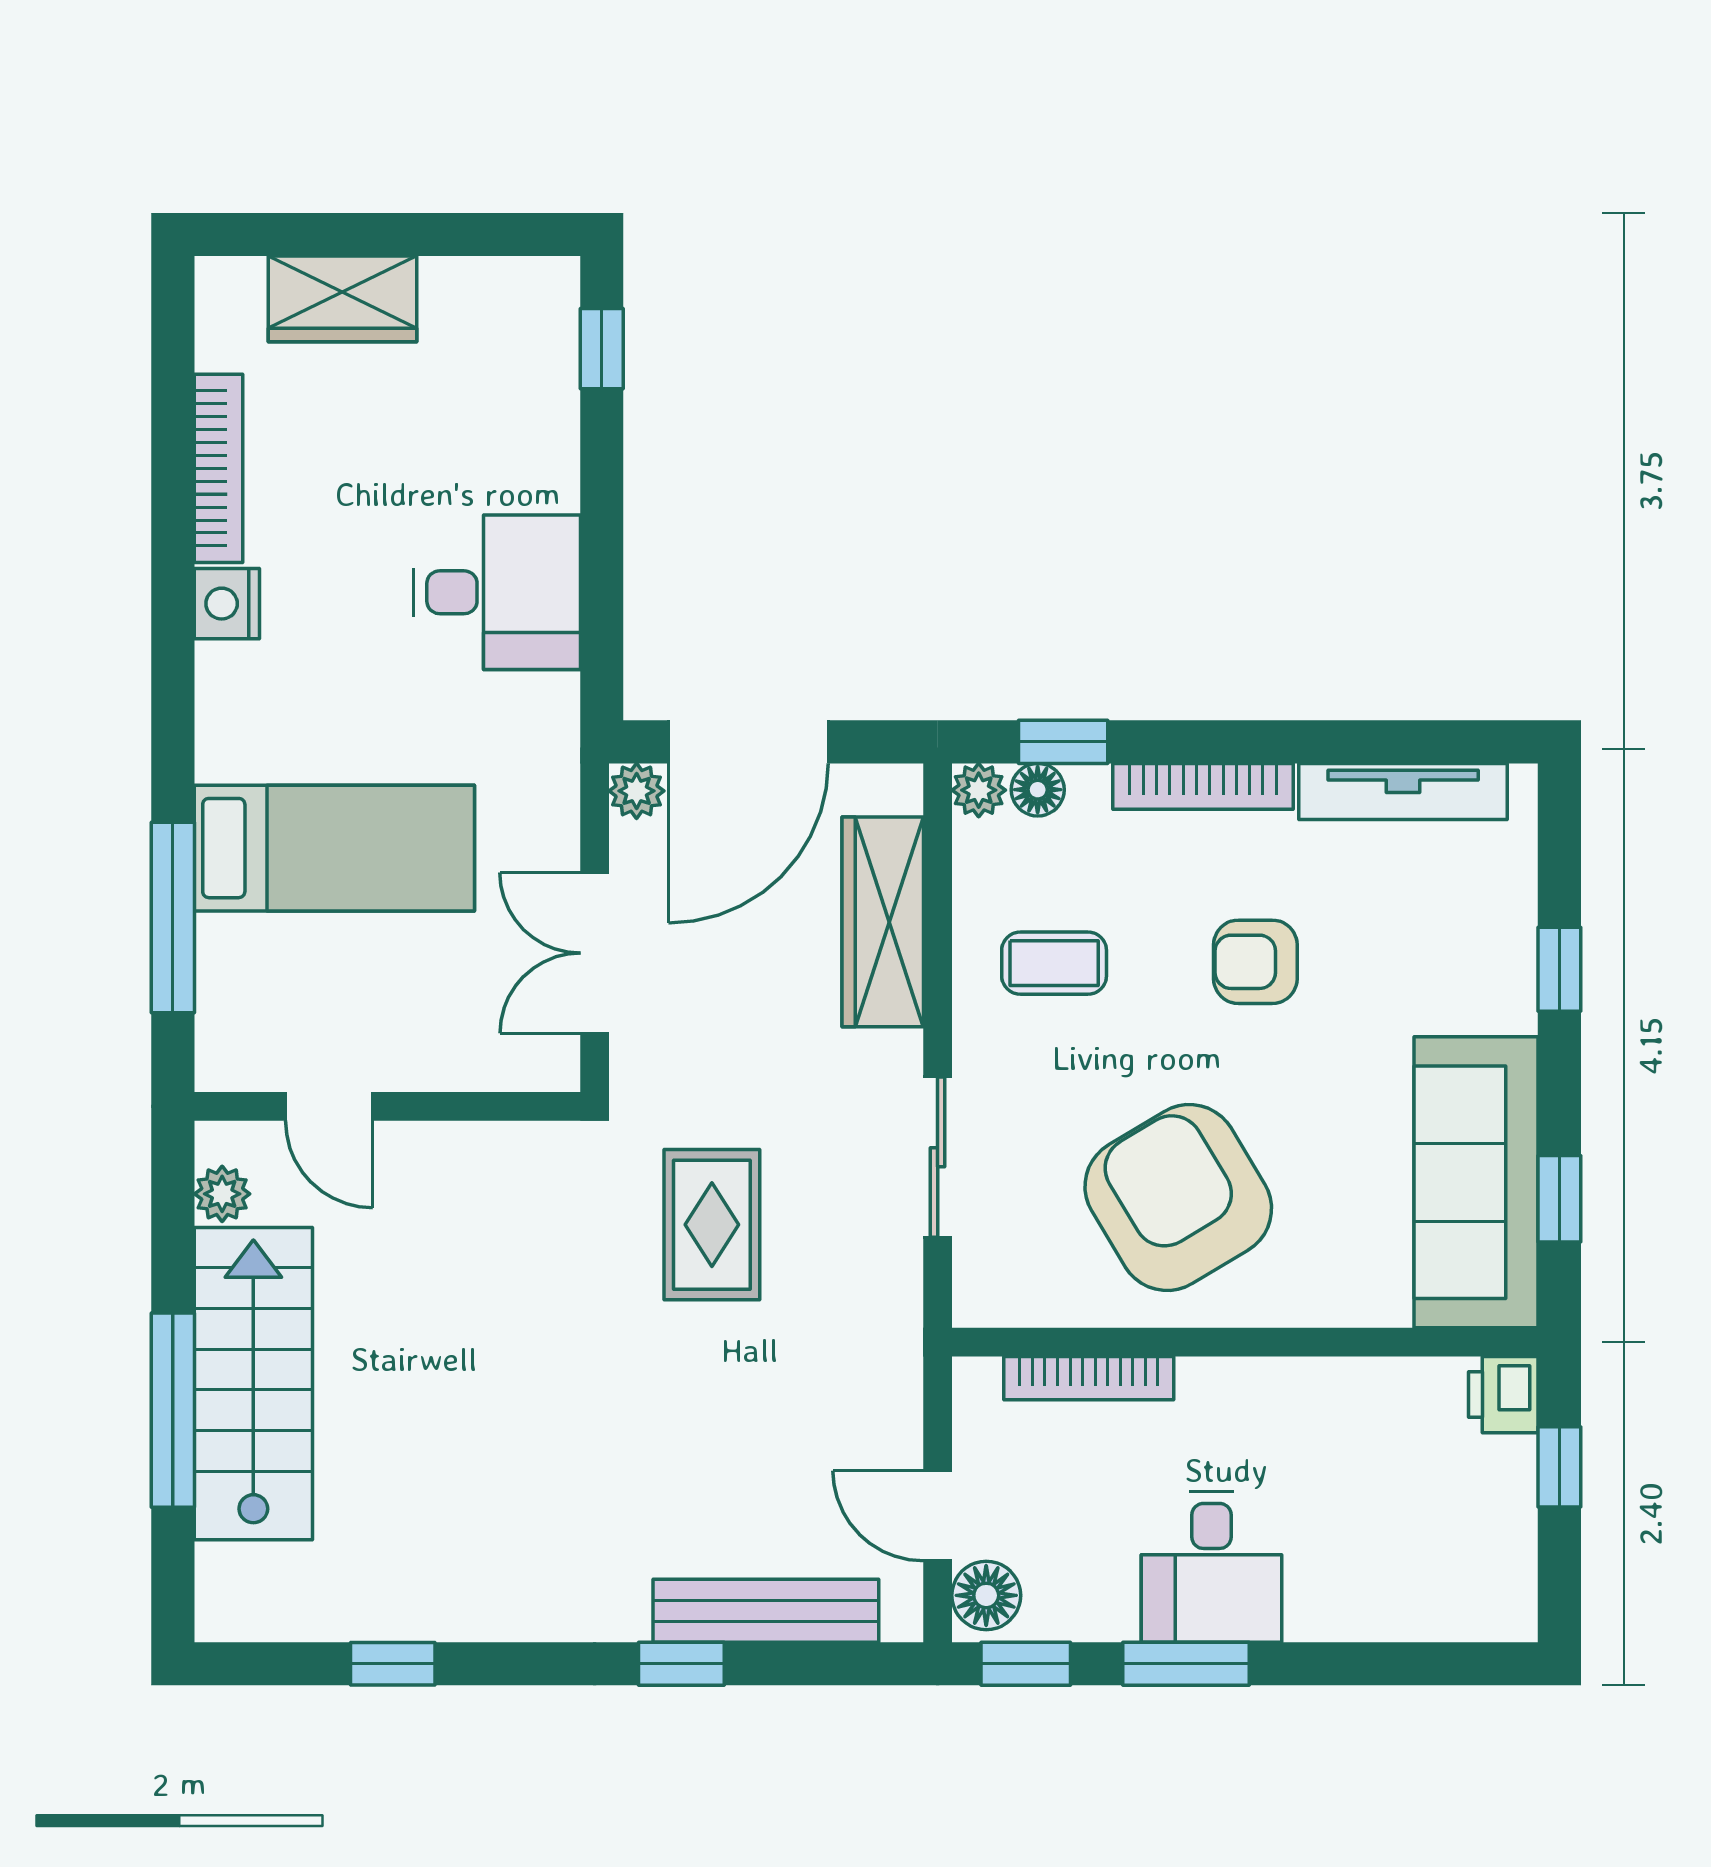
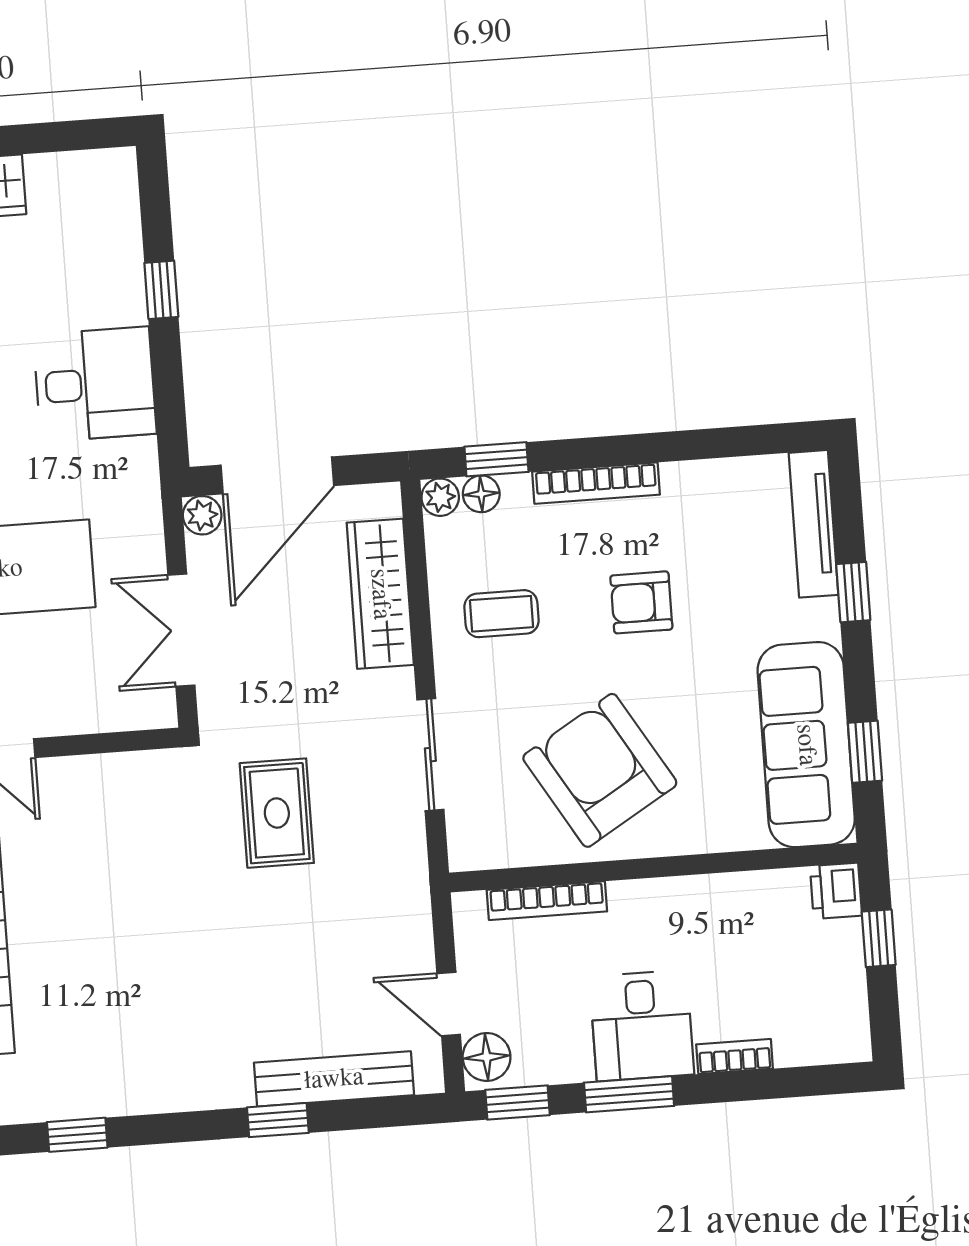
window: (602, 349) -> (161, 290), moved
tv unit: (1403, 792) -> (813, 524), moved, turned 90
bookcase: (1341, 1621) -> (735, 1057), added

